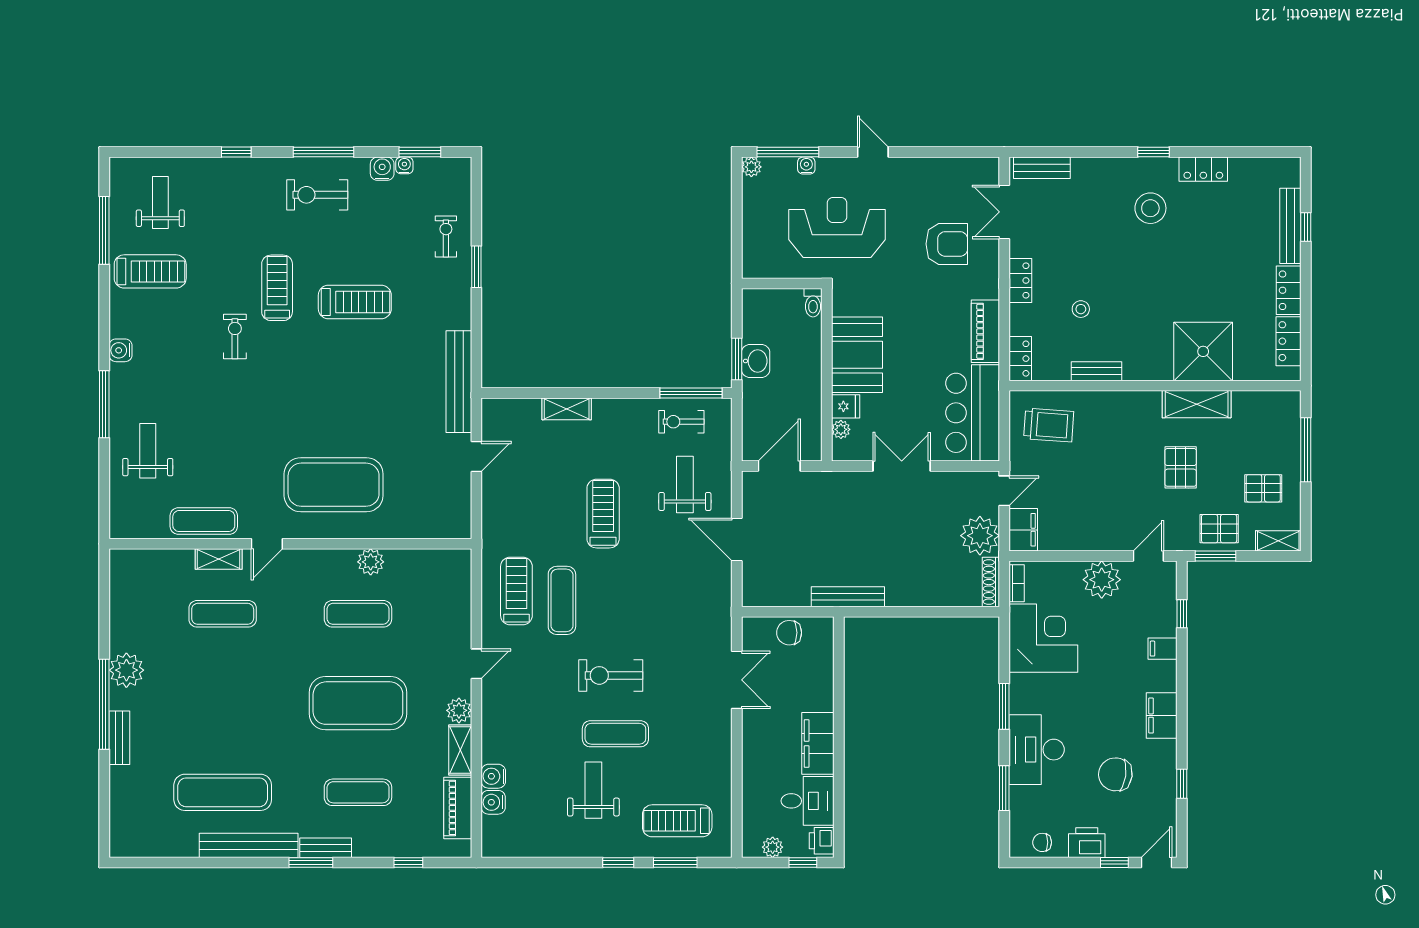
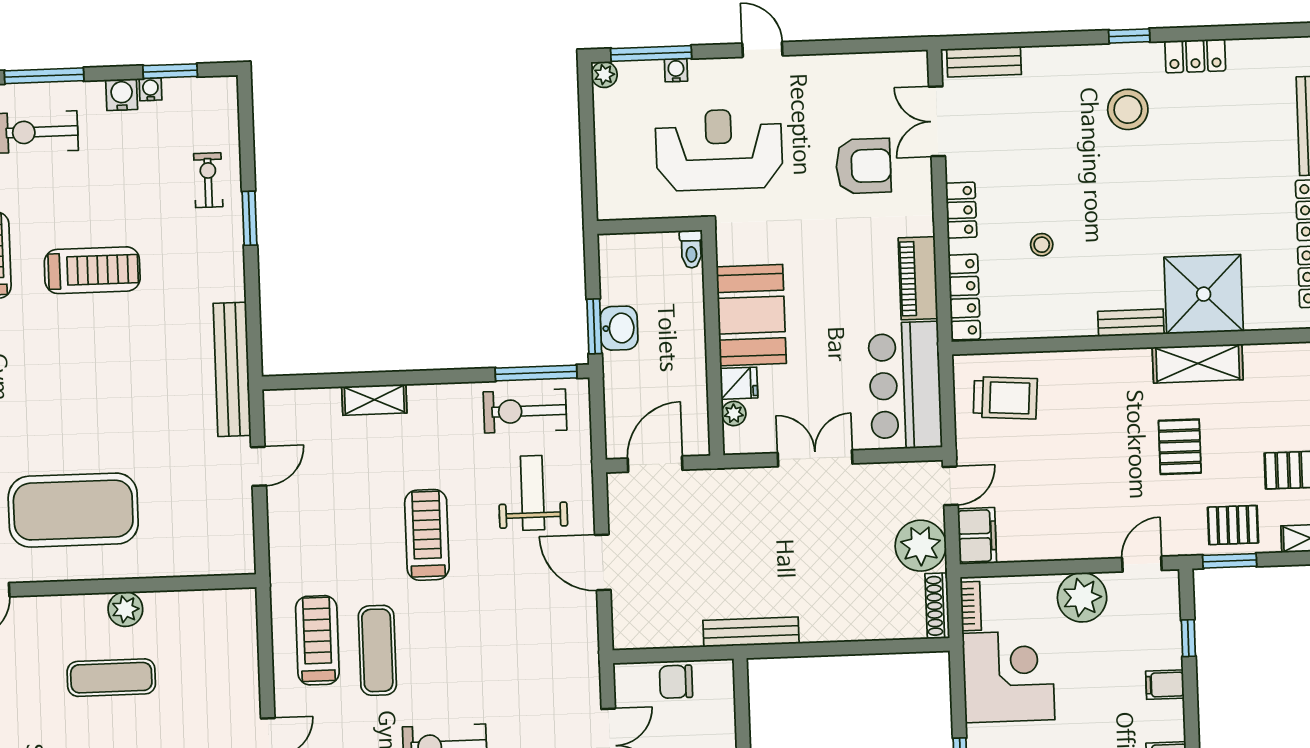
locker: (1020, 359) -> (964, 297), width x1.53
bench: (1097, 371) -> (1131, 323), moved
exercise bike: (681, 422) -> (525, 411), width x1.38, depth x1.39

